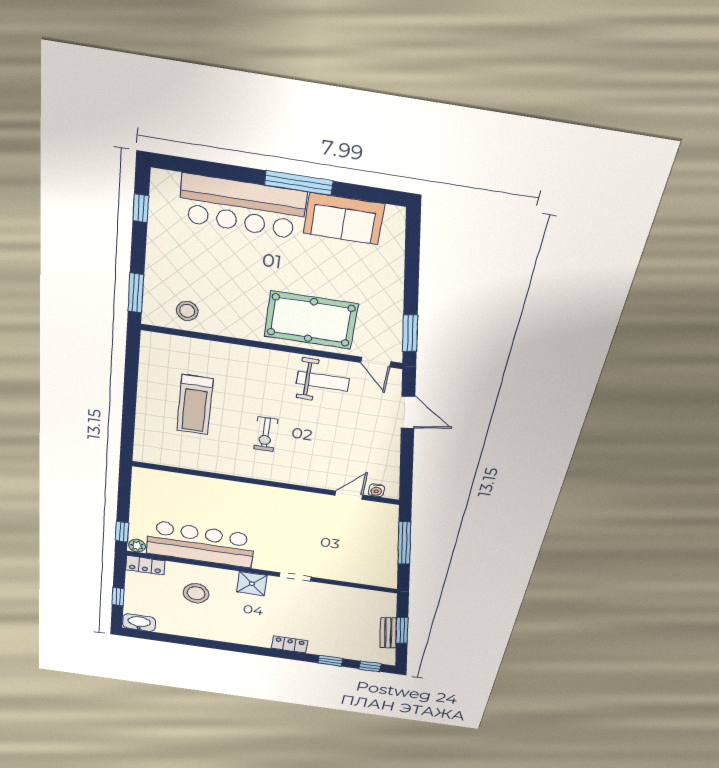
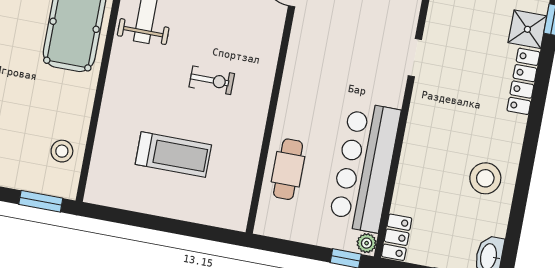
cafe table: (192, 491) -> (288, 169), added
shower: (252, 584) -> (527, 29), moved
stool: (196, 593) -> (485, 178), moved
locker: (290, 644) -> (523, 81), width x1.53

